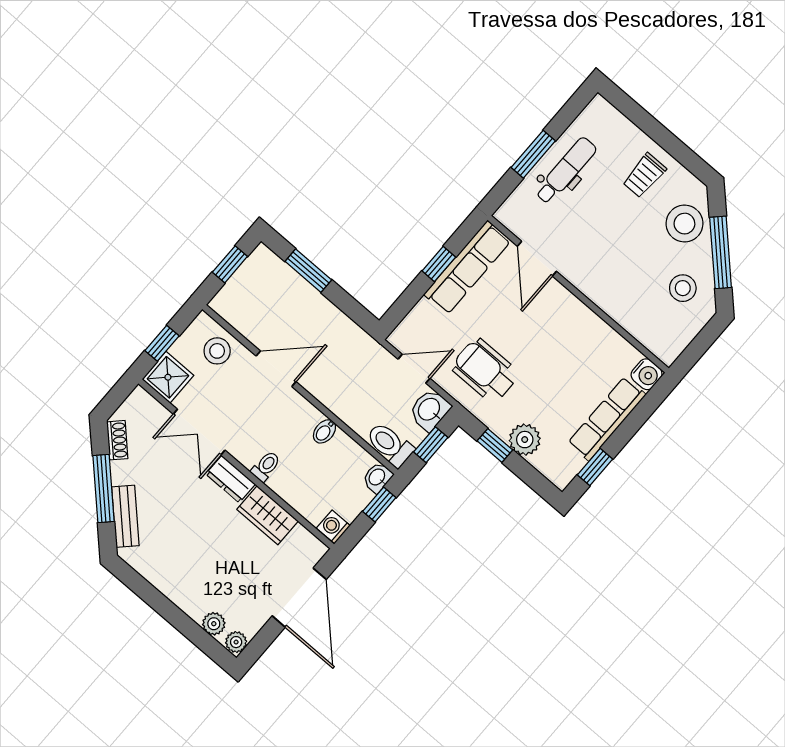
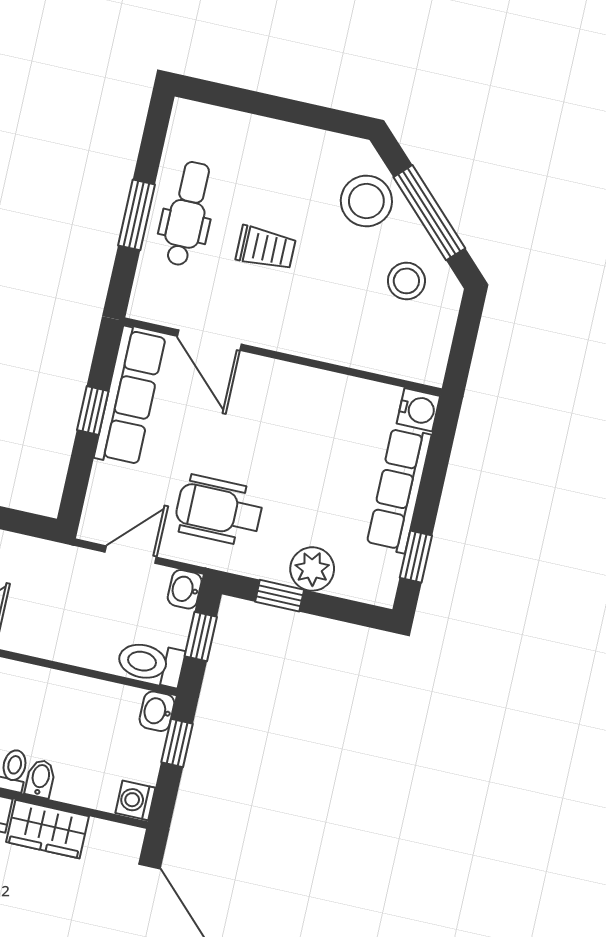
trolley: (644, 175) -> (266, 248), moved, turned -90
washbasin: (430, 410) -> (185, 589), width x0.72, depth x0.69
bidet: (324, 431) -> (40, 779), moved, turned 180

